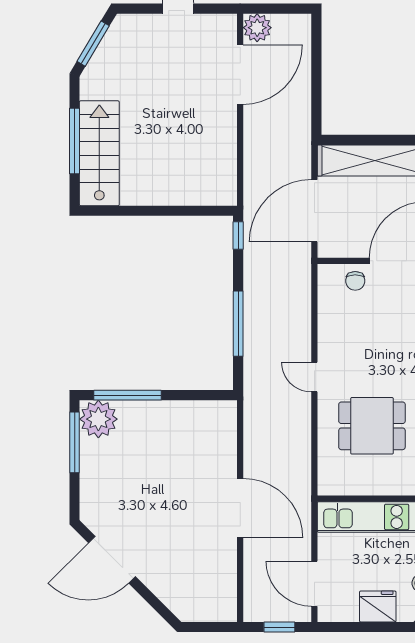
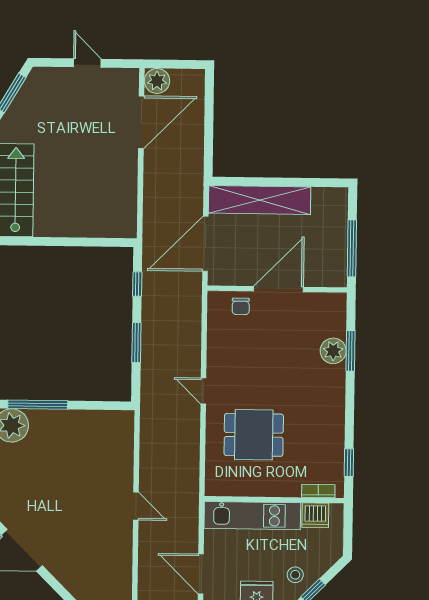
window: (238, 235) -> (137, 284), moved
window: (238, 324) -> (136, 343), width x0.69
door: (240, 508) -> (136, 506), width x0.53

